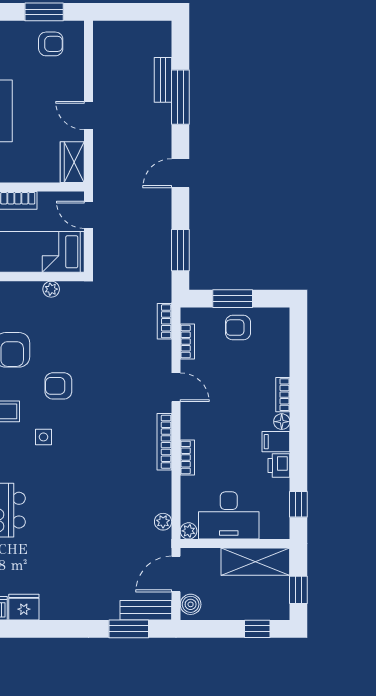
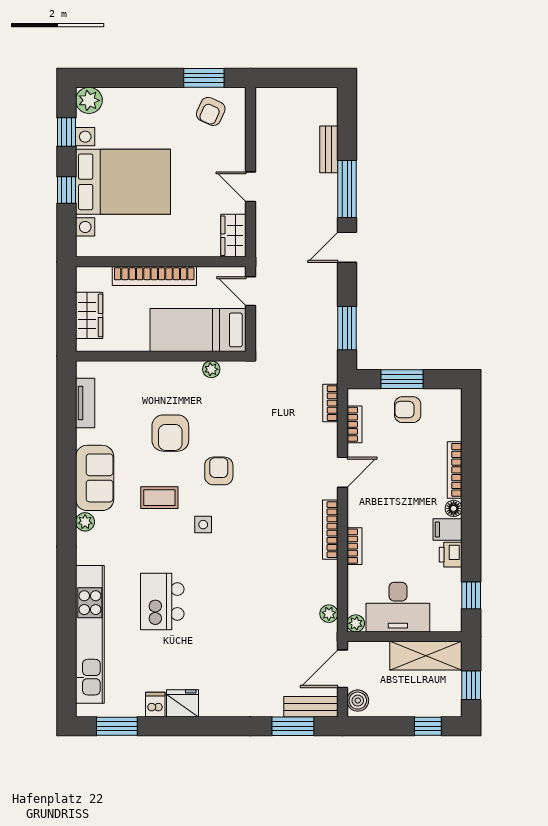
armchair: (51, 44) -> (211, 111), turned 114
window: (180, 97) -> (347, 189), moved
armchair: (58, 386) -> (219, 471), turned 90
door: (176, 387) -> (342, 472), hinge flipped
bookcase: (283, 395) -> (455, 470), width x1.56

